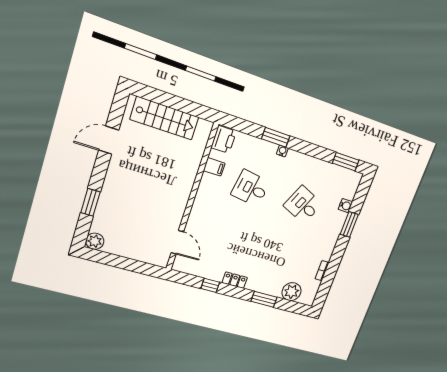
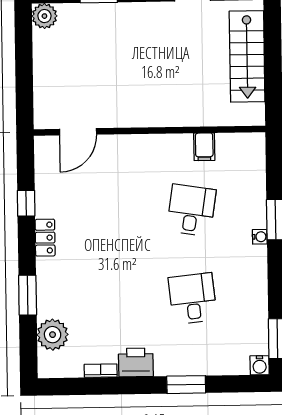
printer: (224, 140) -> (136, 362), moved, turned 180
desk: (303, 205) -> (193, 299), turned -30
water cooler: (345, 206) -> (260, 365), moved

